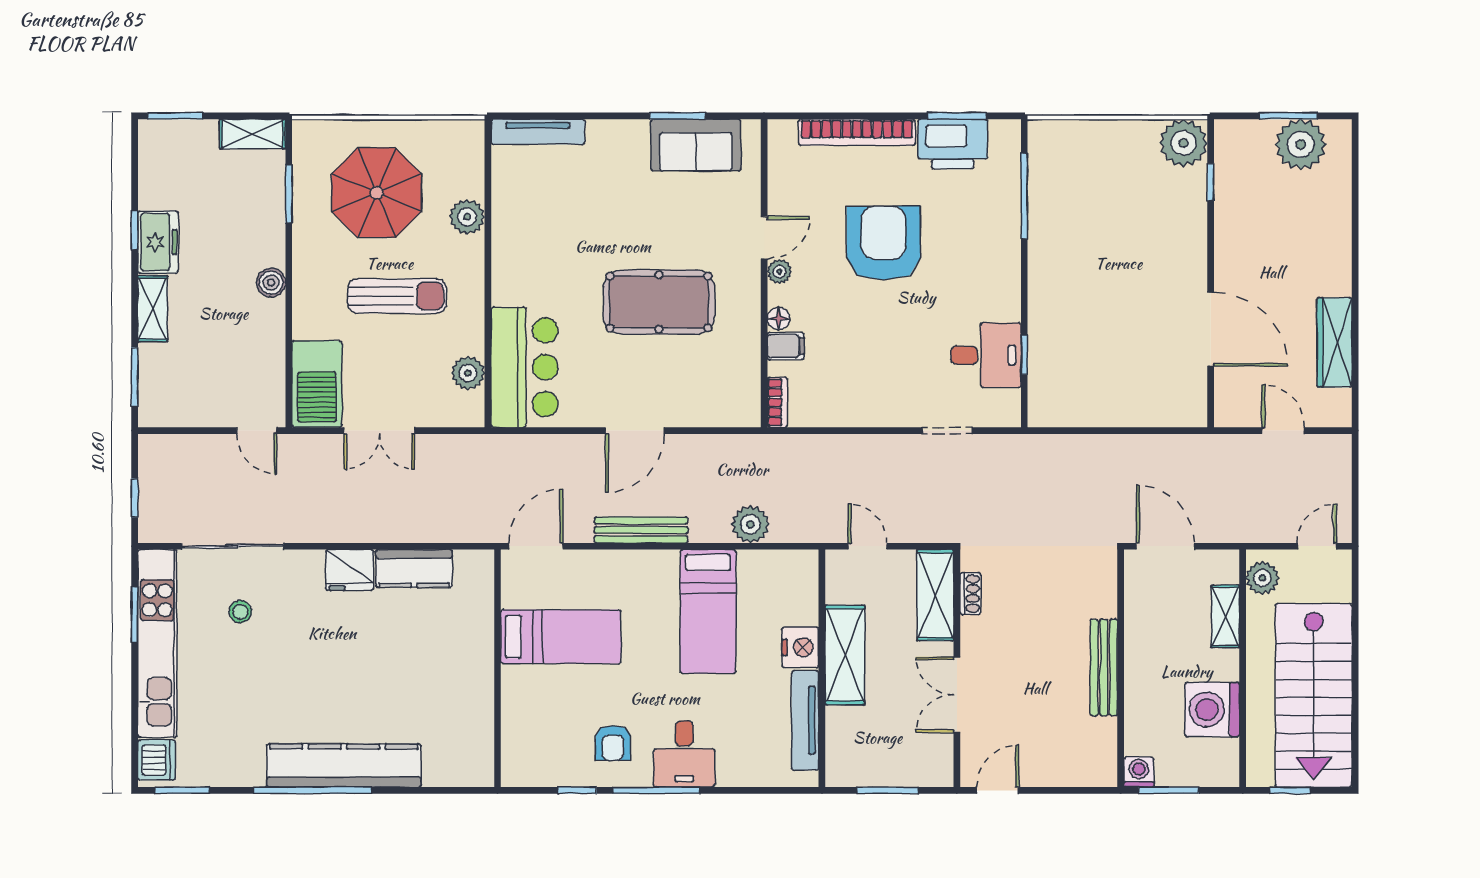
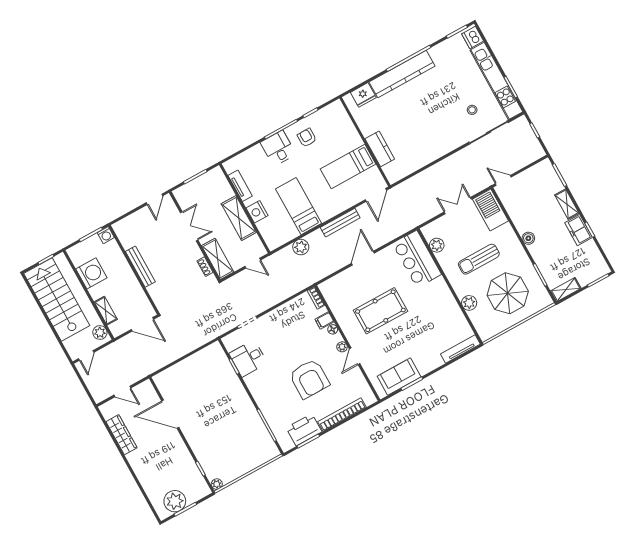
plant: (1184, 143) -> (217, 484), width x0.53, depth x0.53
kitchen counter: (414, 568) -> (380, 149), moved, turned 90
fridge: (350, 570) -> (363, 95), moved, turned 180
tv unit: (805, 720) -> (240, 186), width x0.71

